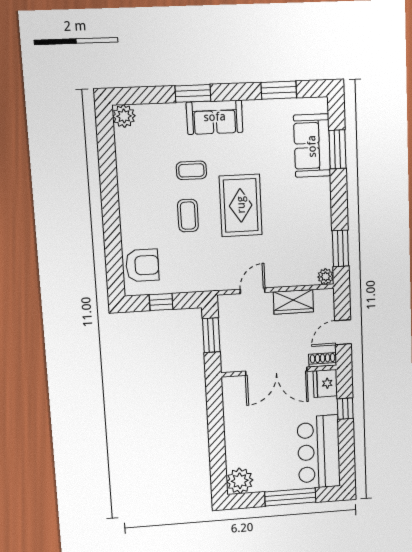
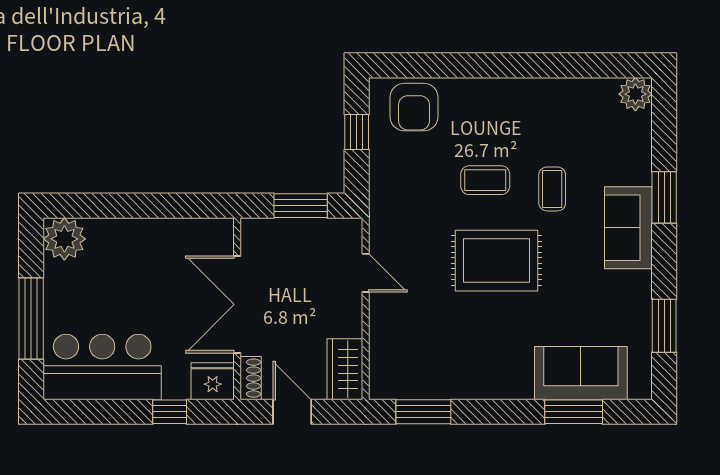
plant: (326, 277) -> (381, 387), removed
wardrobe: (293, 302) -> (345, 369), moved

